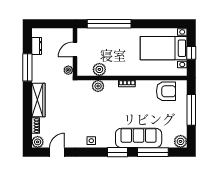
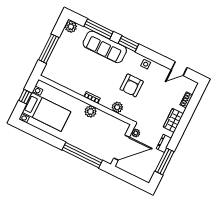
dresser: (37, 46) -> (164, 143), moved
door: (75, 49) -> (122, 148), width x1.87
window: (27, 67) -> (165, 161), moved
plant: (99, 69) -> (91, 112), moved
armchair: (166, 91) -> (132, 85), moved, turned -90
wardrobe: (38, 100) -> (173, 120), width x0.67
plant: (38, 142) -> (191, 85), removed

